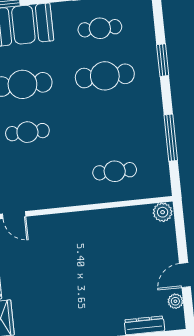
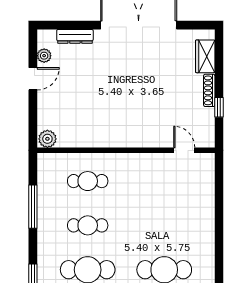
cafe table: (27, 132) -> (88, 225), moved

